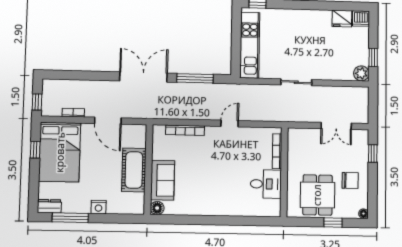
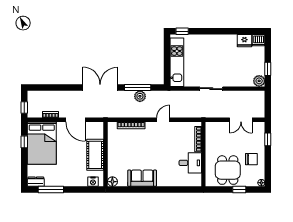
plant: (198, 90) -> (140, 96), added
sofa: (163, 180) -> (142, 178), moved, turned -90
nightstand: (99, 207) -> (93, 182), moved

